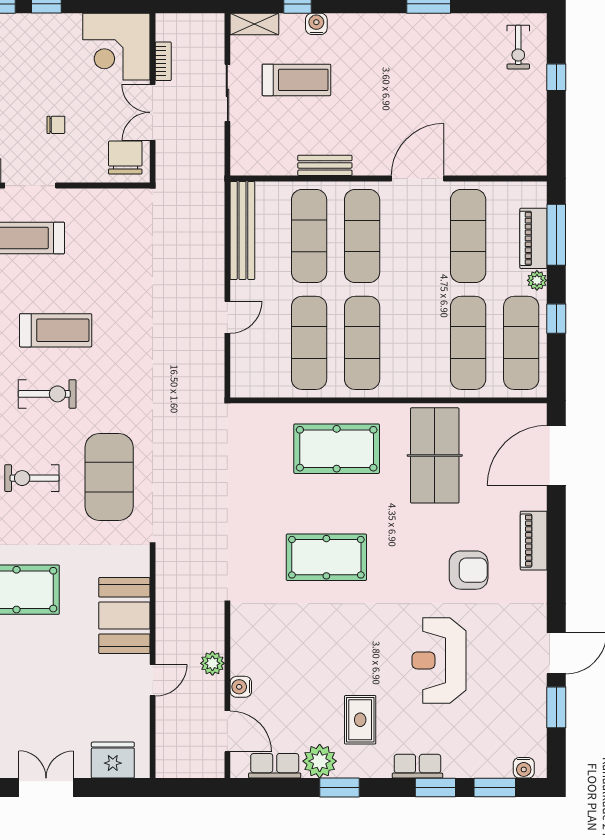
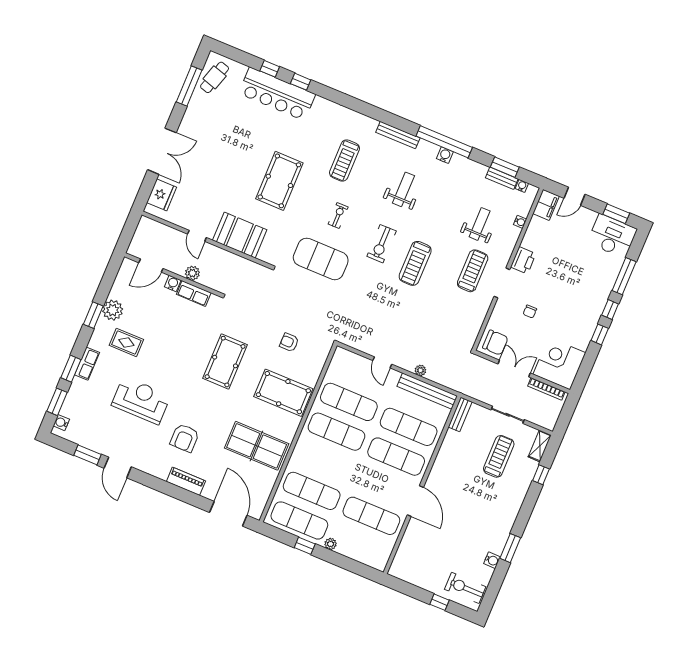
water cooler: (316, 24) -> (492, 560), moved
exercise bike: (518, 47) -> (465, 588), width x1.38, depth x1.39
bookcase: (163, 61) -> (546, 389), width x1.56
treadmill: (296, 80) -> (499, 456), turned 180
bench: (325, 165) -> (460, 414), moved
window: (556, 235) -> (351, 565), removed
piano: (533, 238) -> (355, 552), removed
plant: (215, 254) -> (420, 370), added
pool table: (337, 449) -> (283, 393), turned 90
armchair: (256, 472) -> (289, 342), added
exercise bike: (32, 478) -> (338, 216), width x0.73, depth x0.72
row of seats: (275, 766) -> (194, 293), moved, turned 90
double door: (46, 788) -> (162, 151), width x1.37

